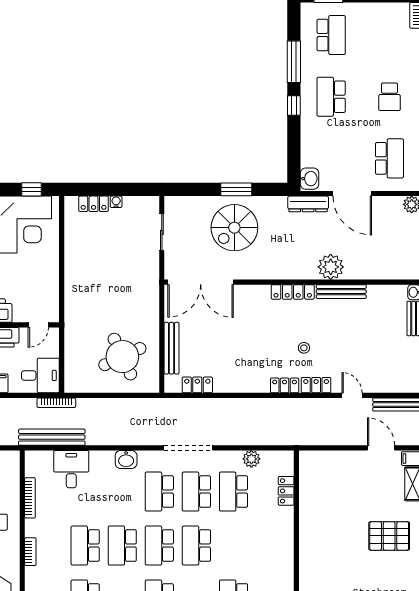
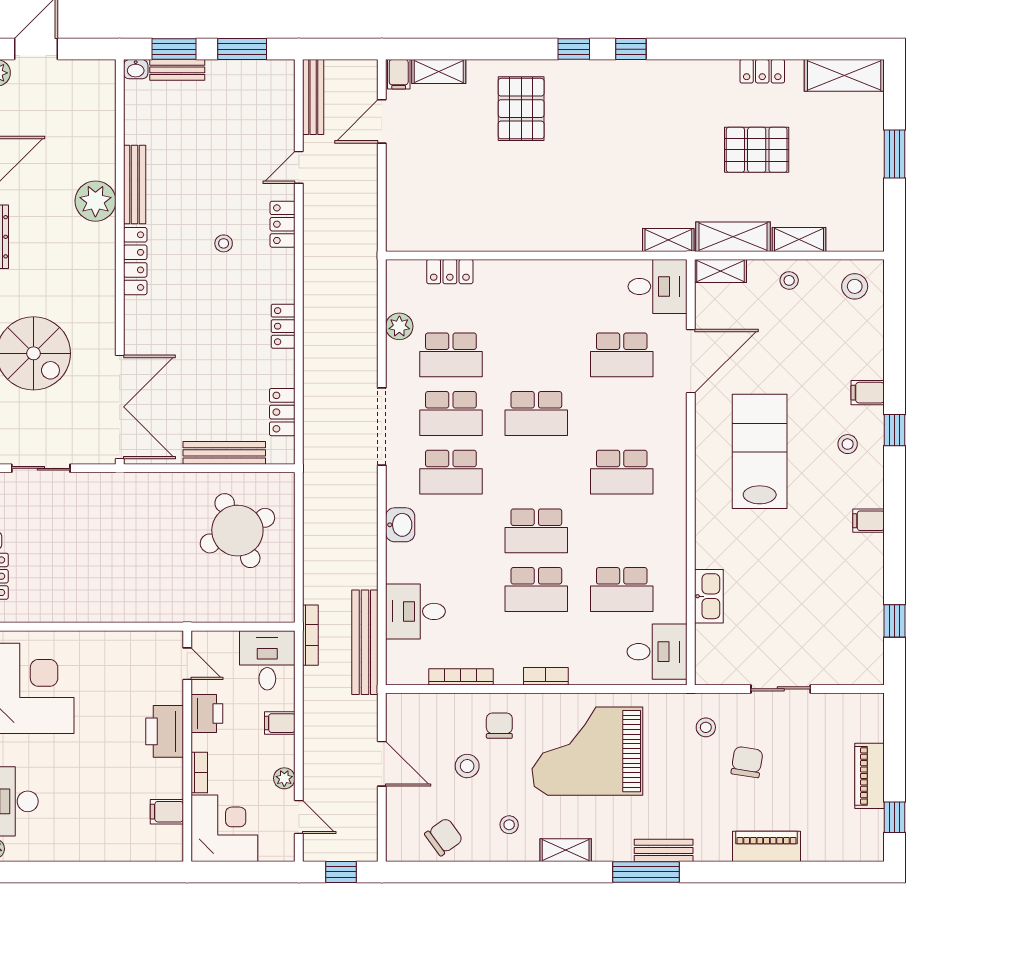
locker: (285, 385) -> (283, 326), moved
school desk: (159, 546) -> (536, 472), removed

